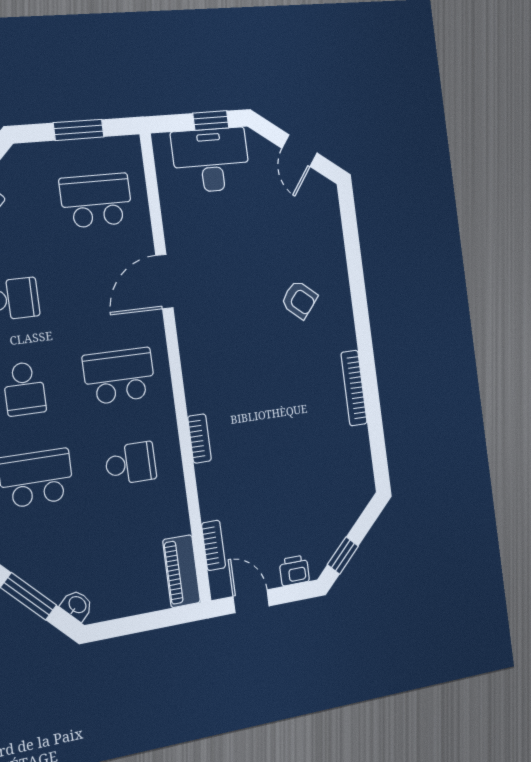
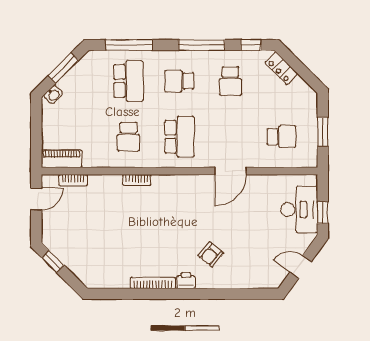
school desk: (96, 200) -> (281, 137), width x0.54
door: (164, 282) -> (231, 171), swing flipped
printer: (294, 570) -> (186, 281), moved, turned -90

